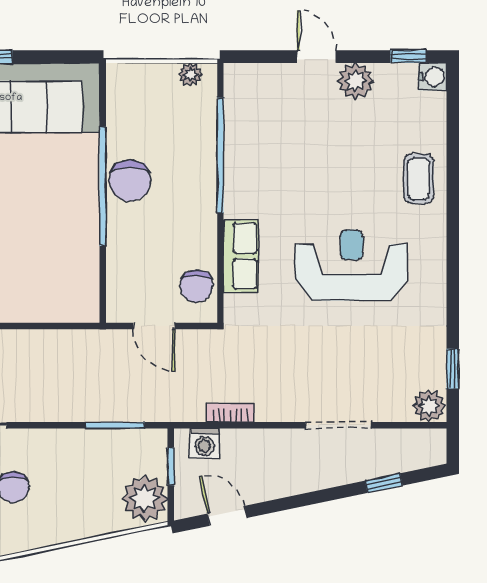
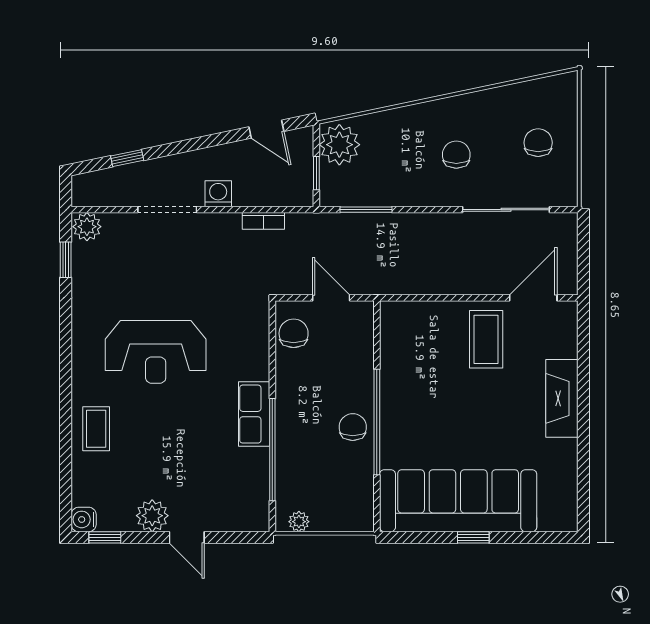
chair: (130, 181) -> (353, 427), width x0.73, depth x0.73
row of seats: (241, 256) -> (254, 414), moved
washing machine: (204, 443) -> (218, 194), moved

